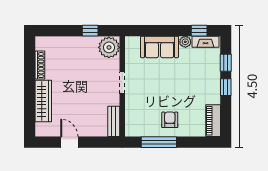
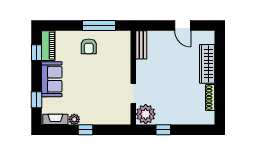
window: (199, 31) -> (86, 130), moved
sofa: (160, 47) -> (52, 79), moved, turned 90
doorway: (122, 83) -> (133, 93), moved
window: (226, 87) -> (37, 53), moved

